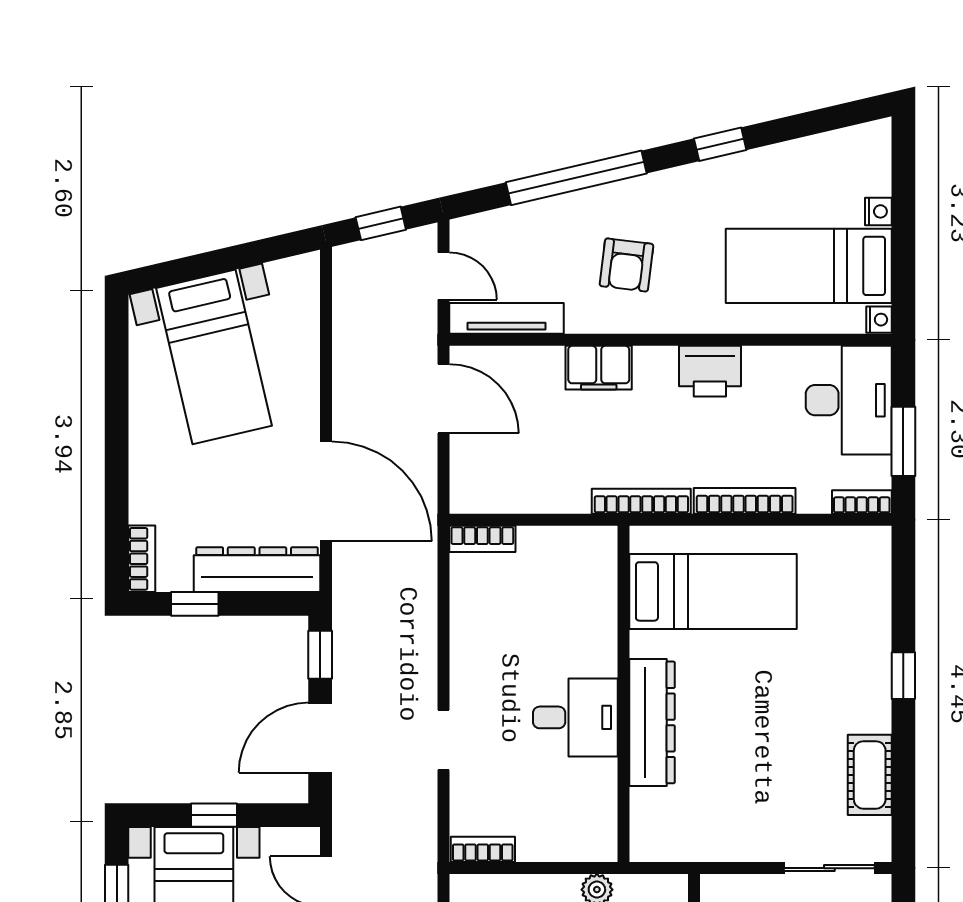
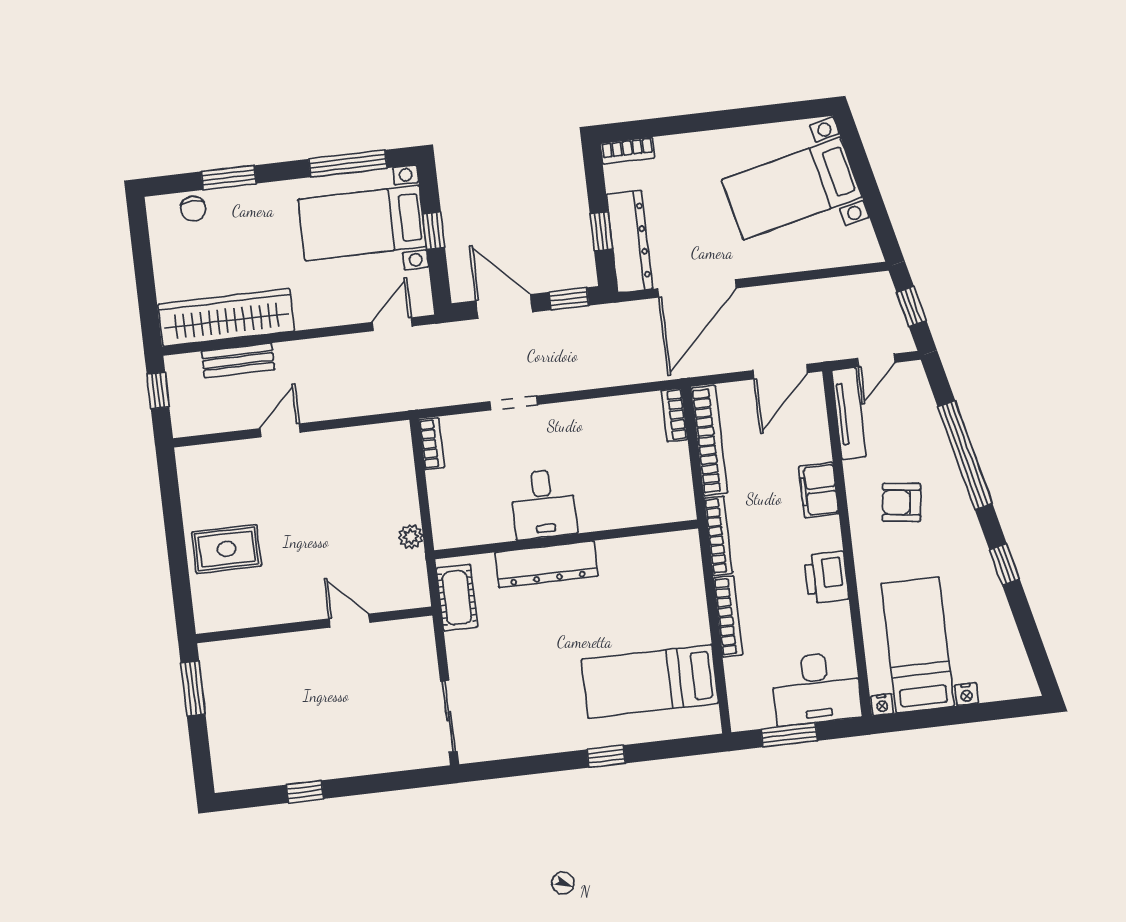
bookcase: (862, 502) -> (709, 441), moved, width x2.31, depth x1.31
bed: (713, 591) -> (650, 681), moved, turned 90
window: (195, 604) -> (601, 231), moved
cot: (870, 775) -> (457, 598), moved, turned 90

